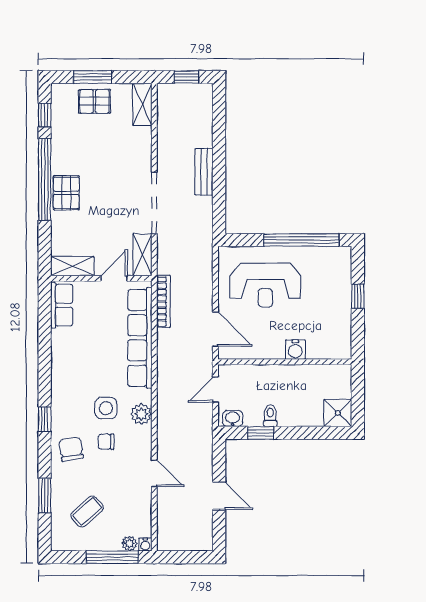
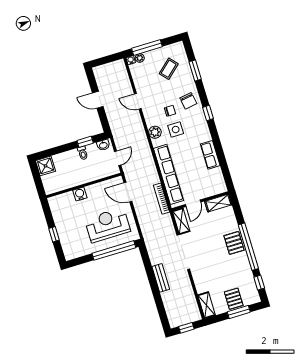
pallet: (94, 101) -> (234, 299), turned 90
window: (301, 240) -> (114, 250), moved
row of seats: (62, 305) -> (210, 155), moved

